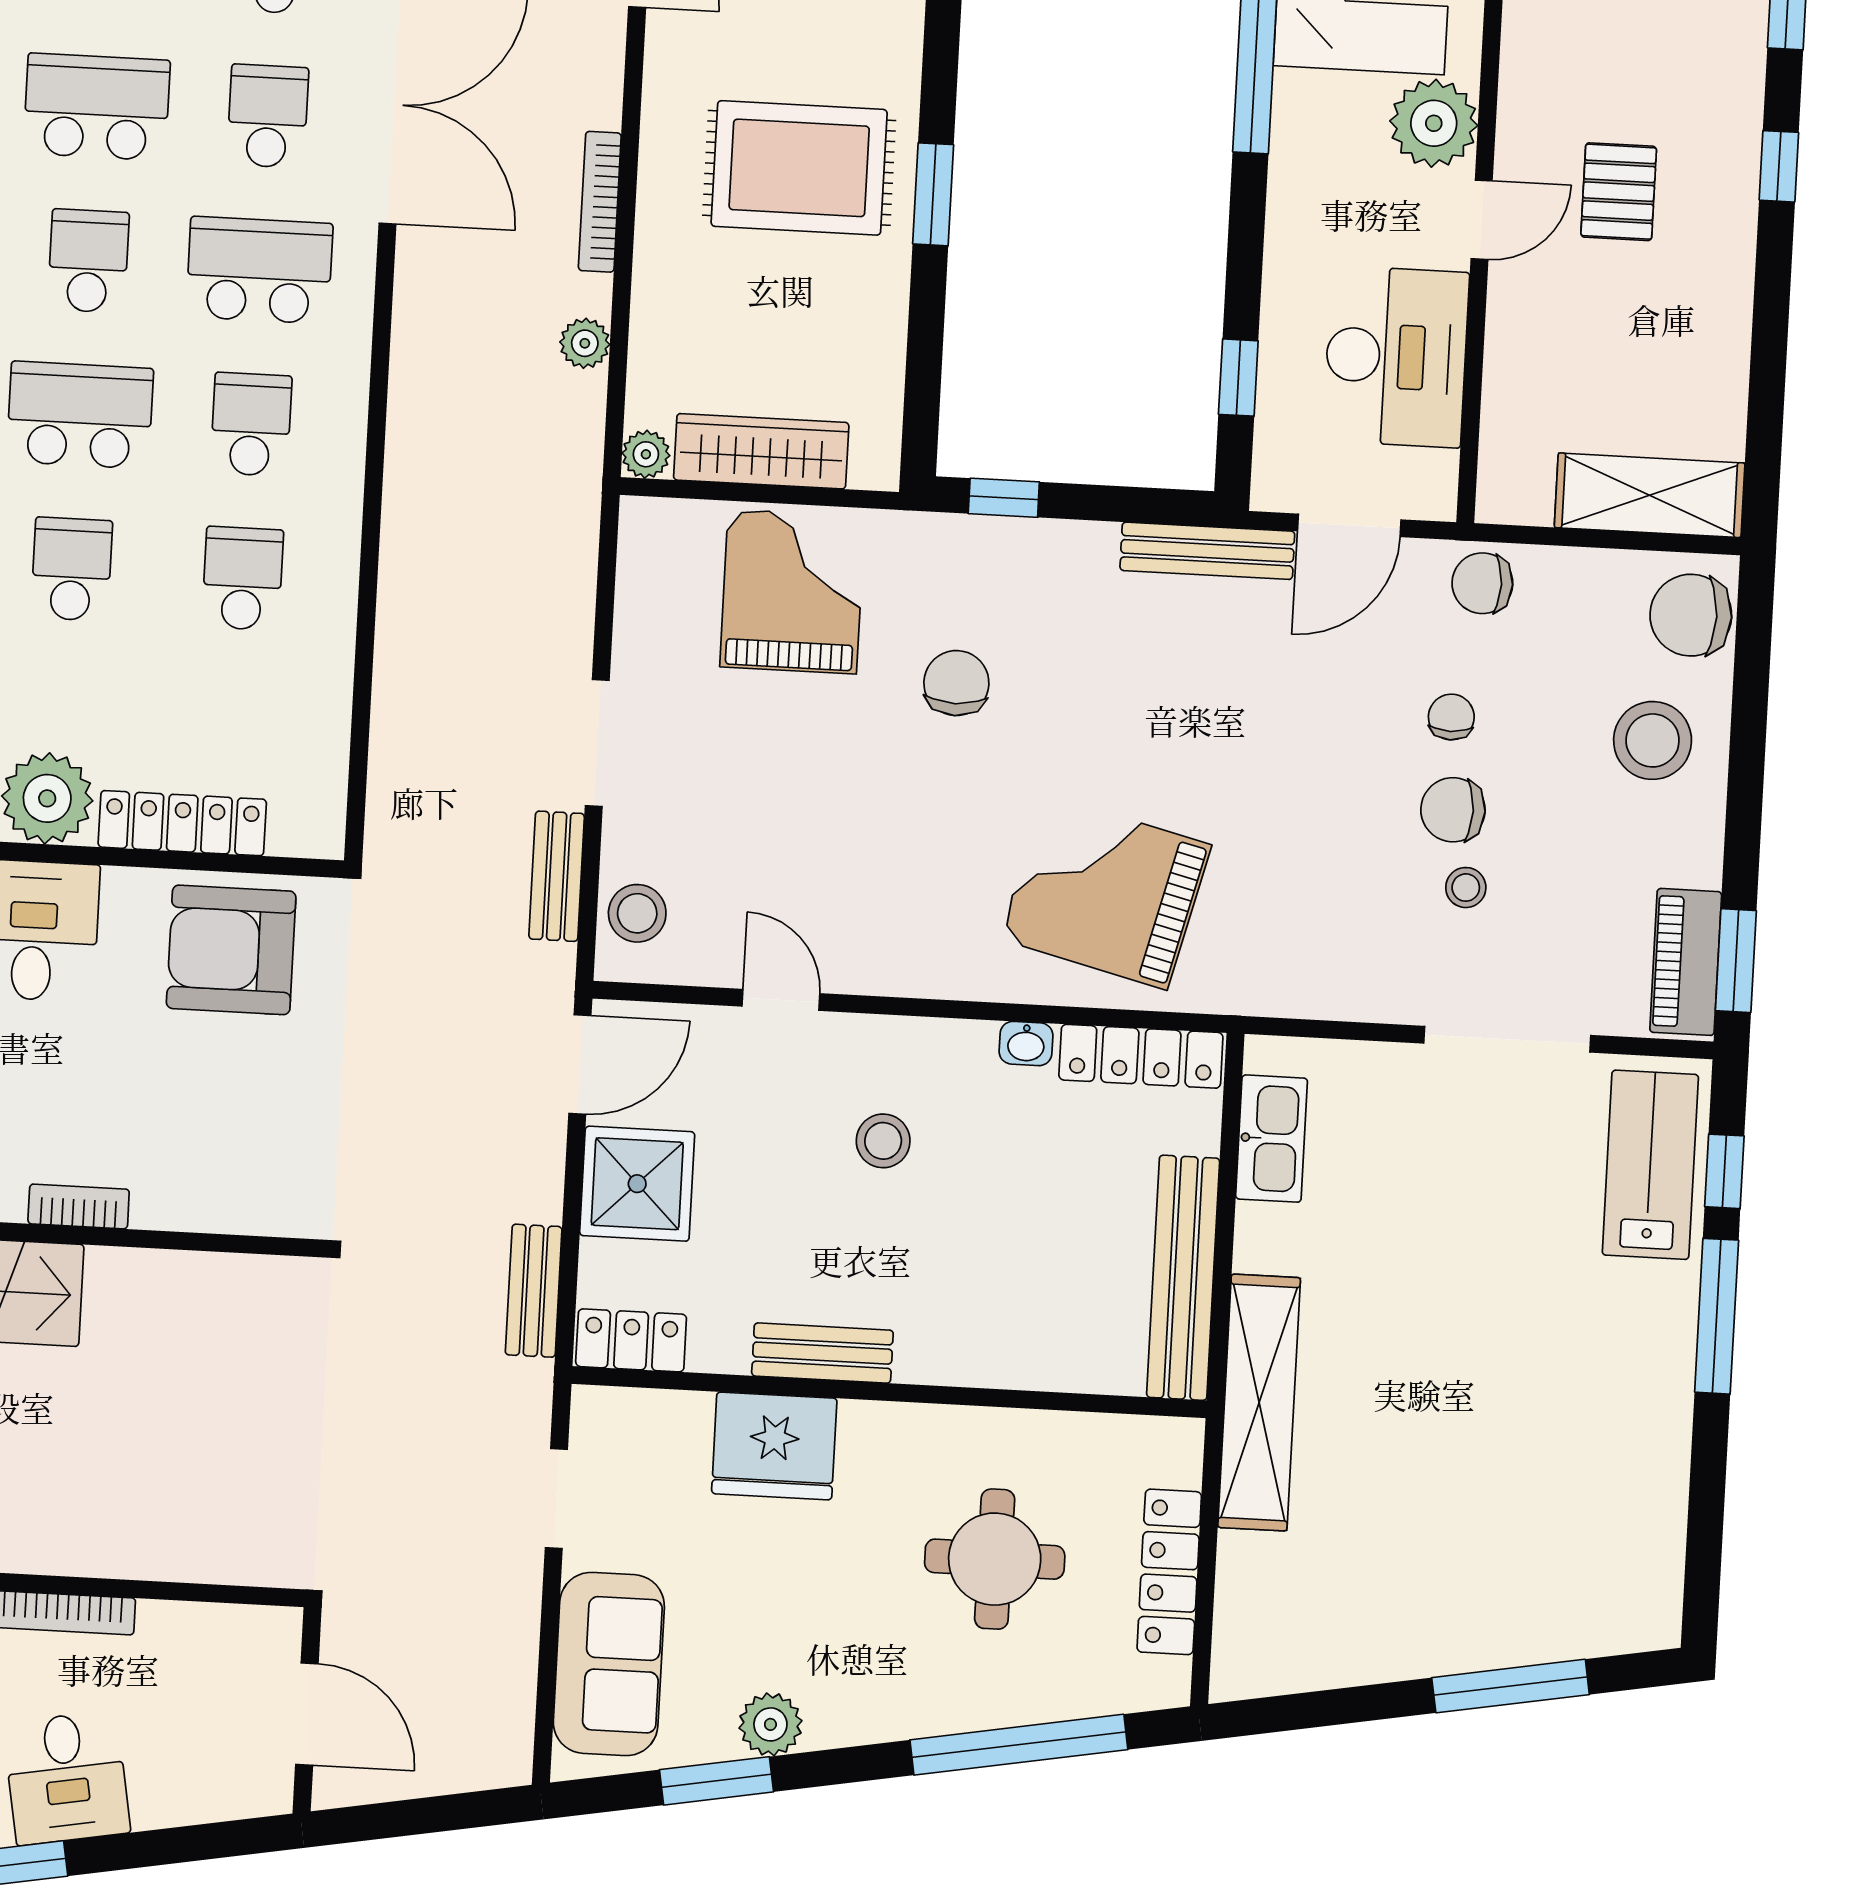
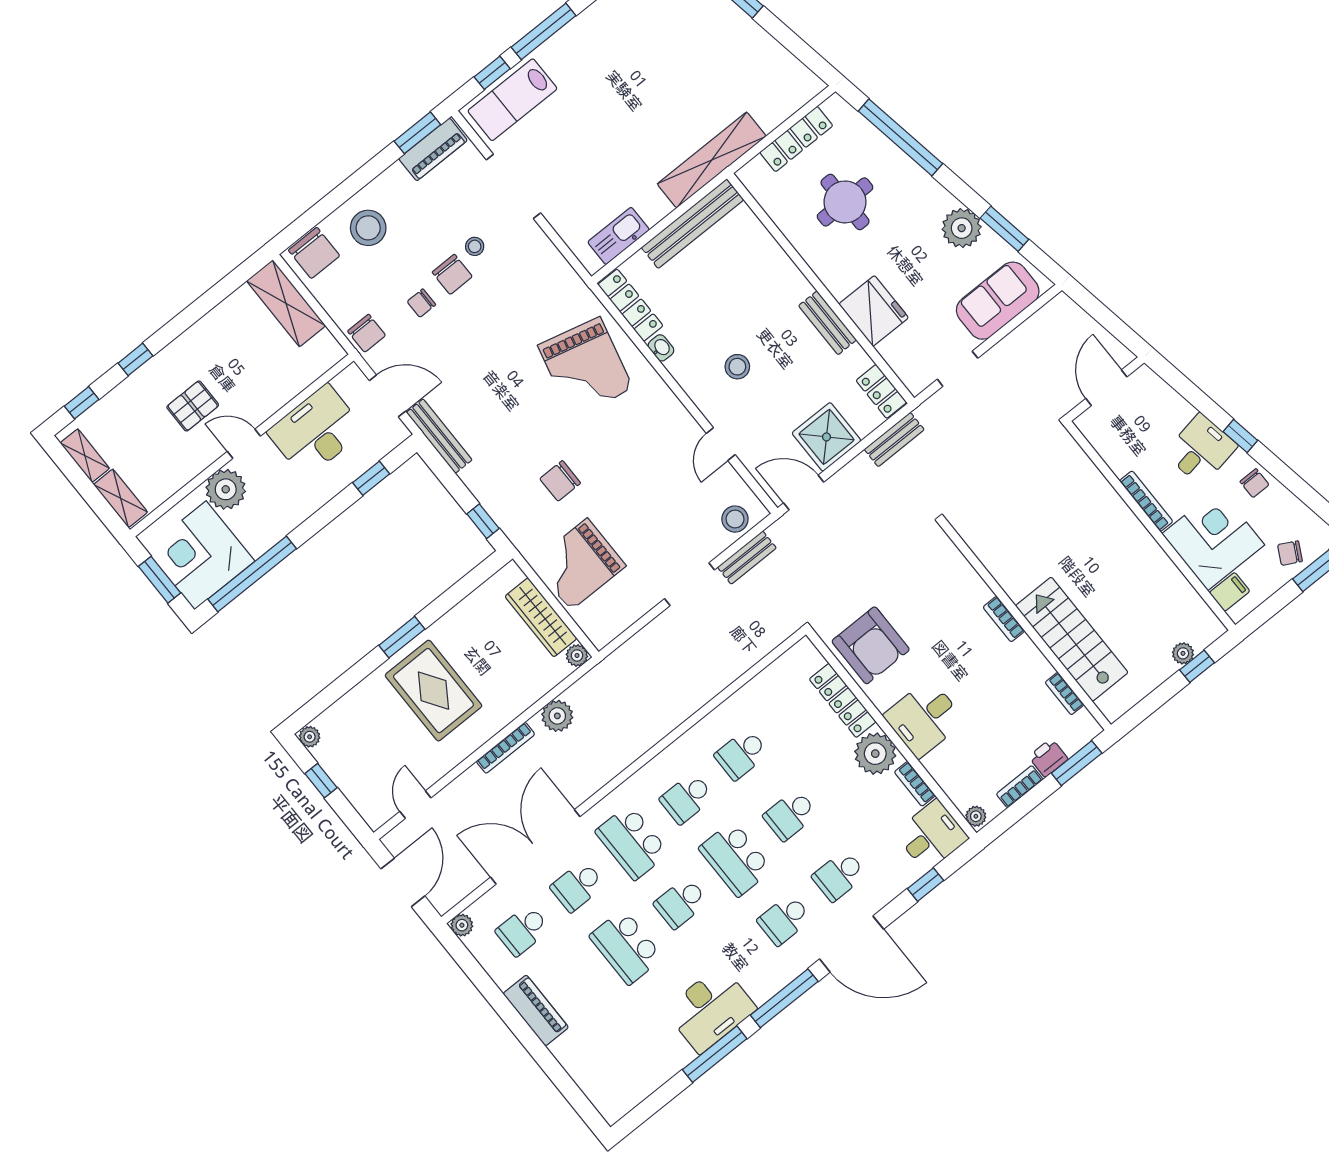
plant: (585, 343) -> (557, 716), width x1.38, depth x1.38
plant: (770, 1724) -> (962, 228), width x1.36, depth x1.36

